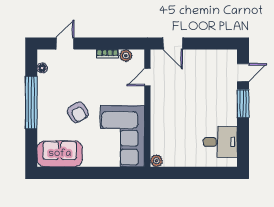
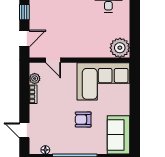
window: (204, 43) -> (24, 12), added
armchair: (78, 112) -> (83, 119), turned -152
plant: (157, 161) -> (120, 48), width x1.88, depth x1.88

